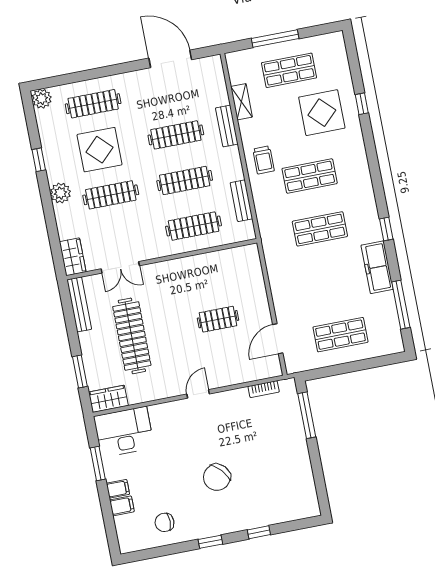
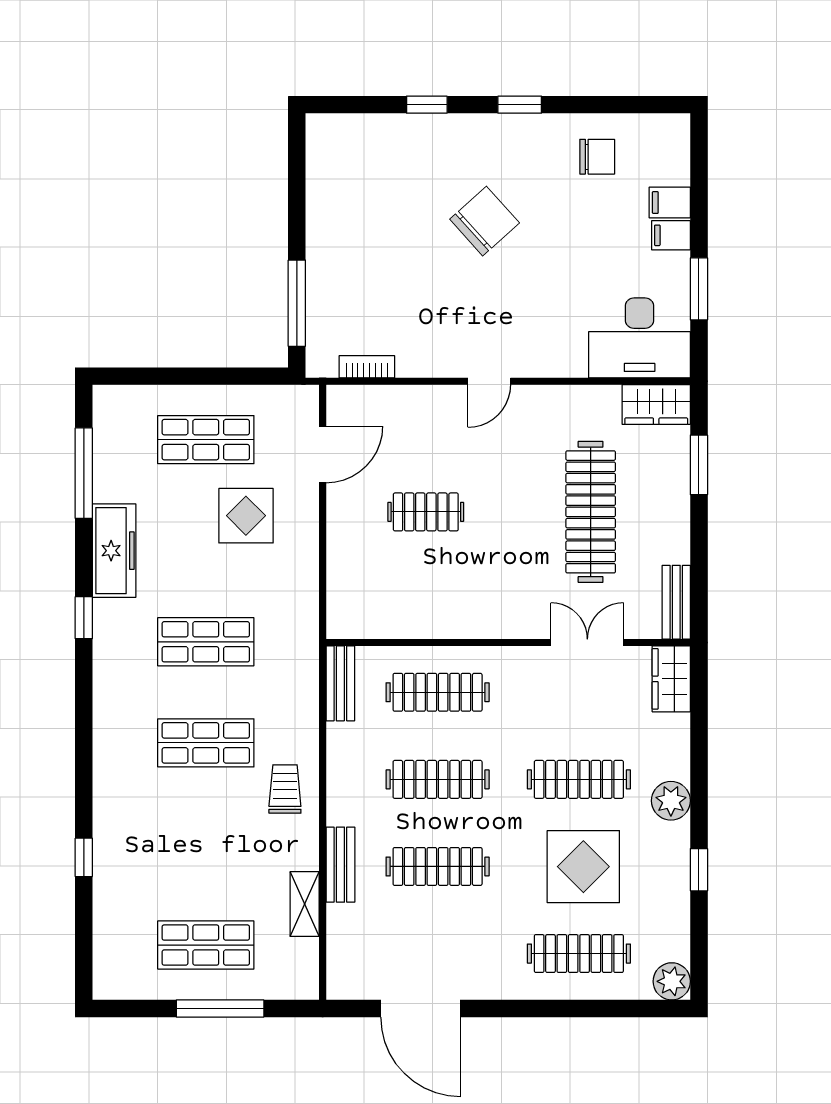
display table: (322, 113) -> (246, 516), moved, width x0.73, depth x0.73
bench: (241, 201) -> (340, 683), moved
bench: (79, 304) -> (676, 602), width x0.73

